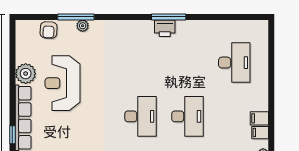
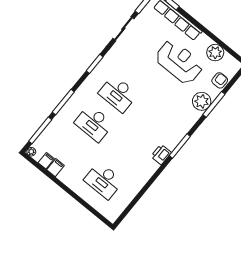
window: (169, 17) -> (180, 146), moved
plant: (83, 26) -> (202, 101), width x1.87, depth x1.87
armchair: (49, 30) -> (220, 80), turned 87
plant: (26, 74) -> (215, 53), moved

